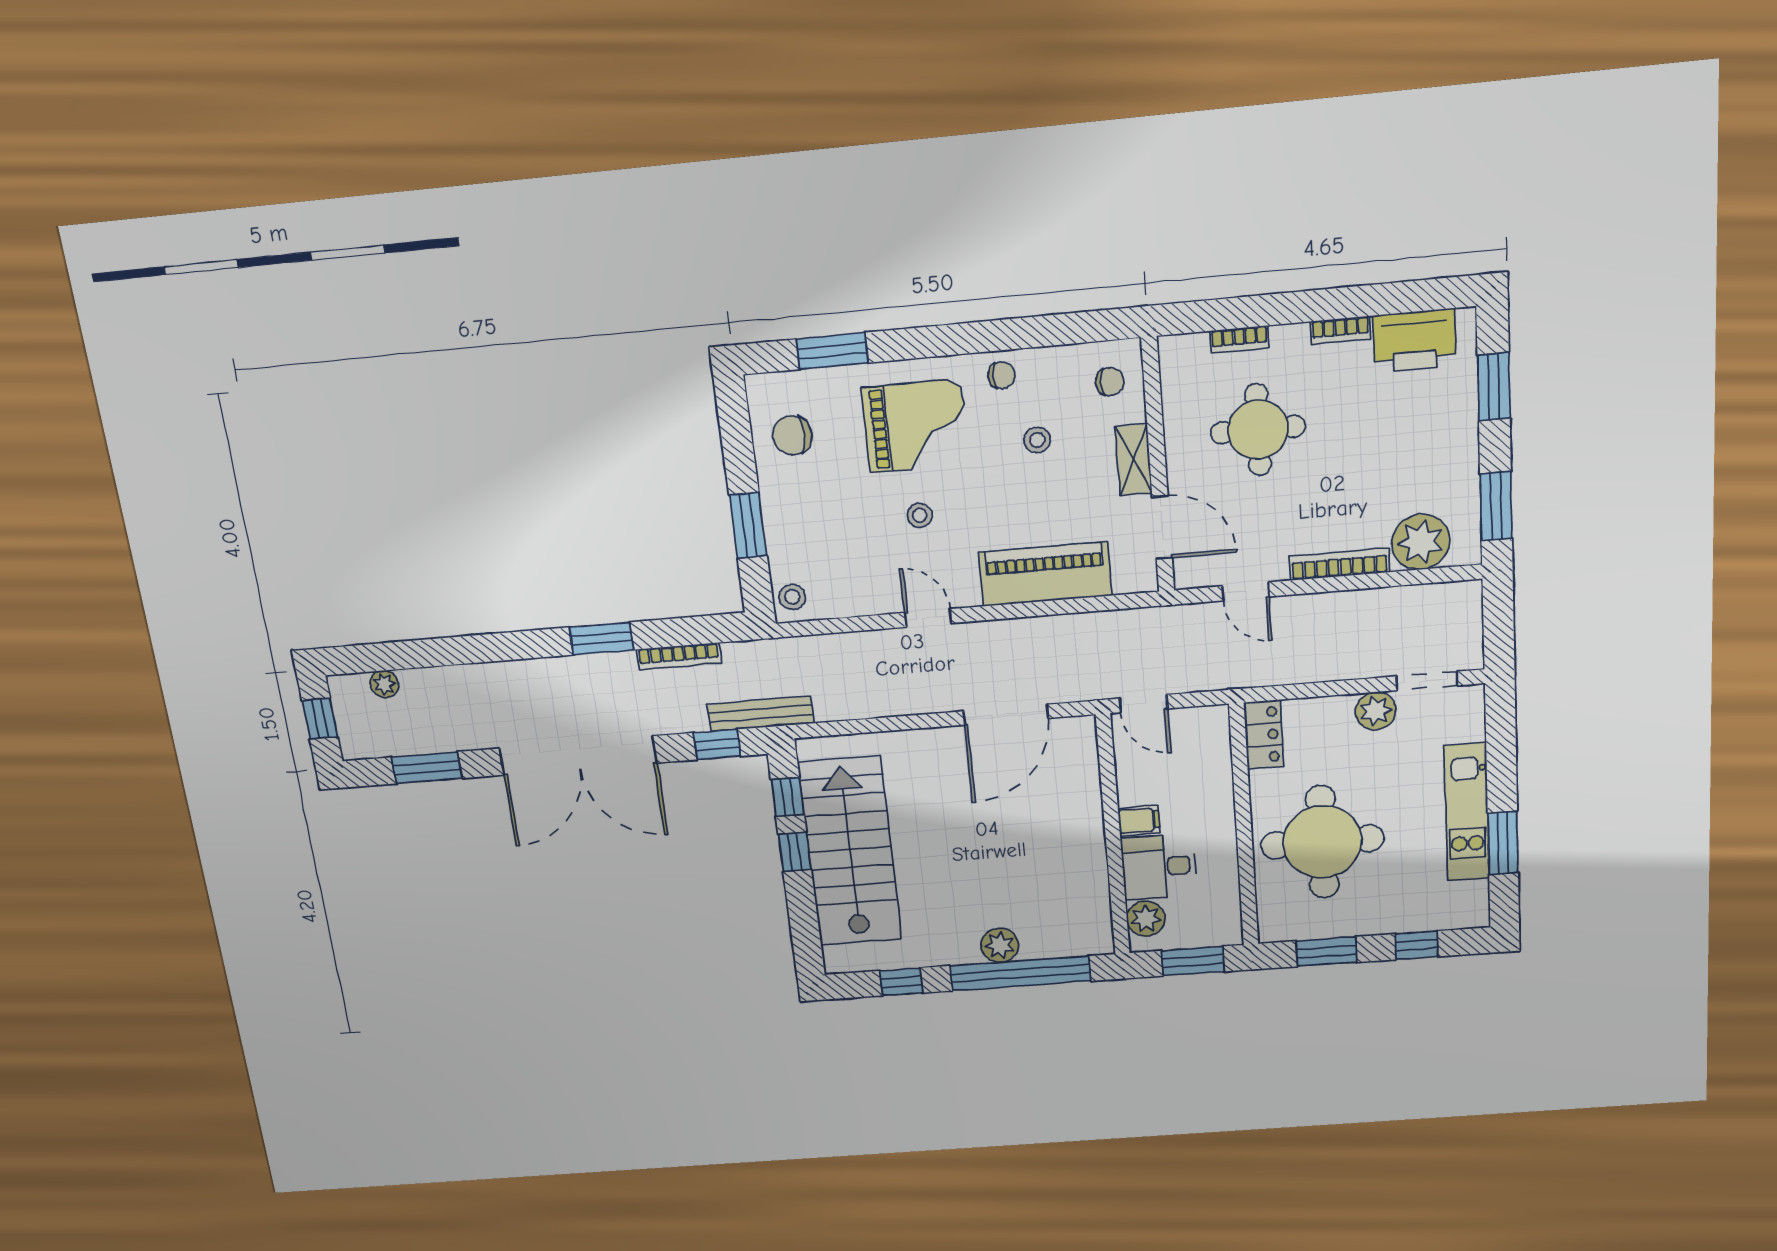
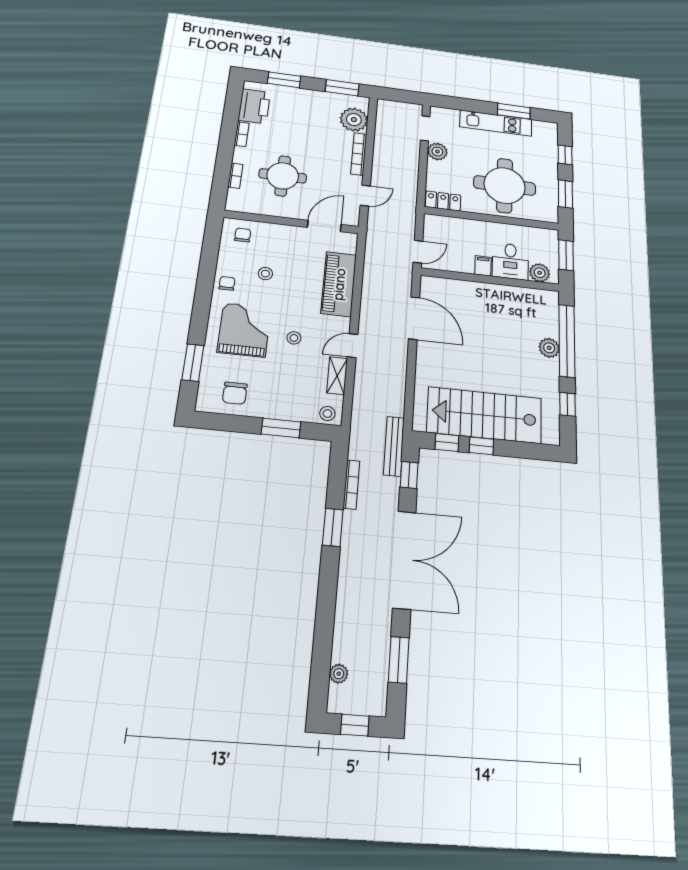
shelving: (1134, 460) -> (337, 376), moved, turned 90

